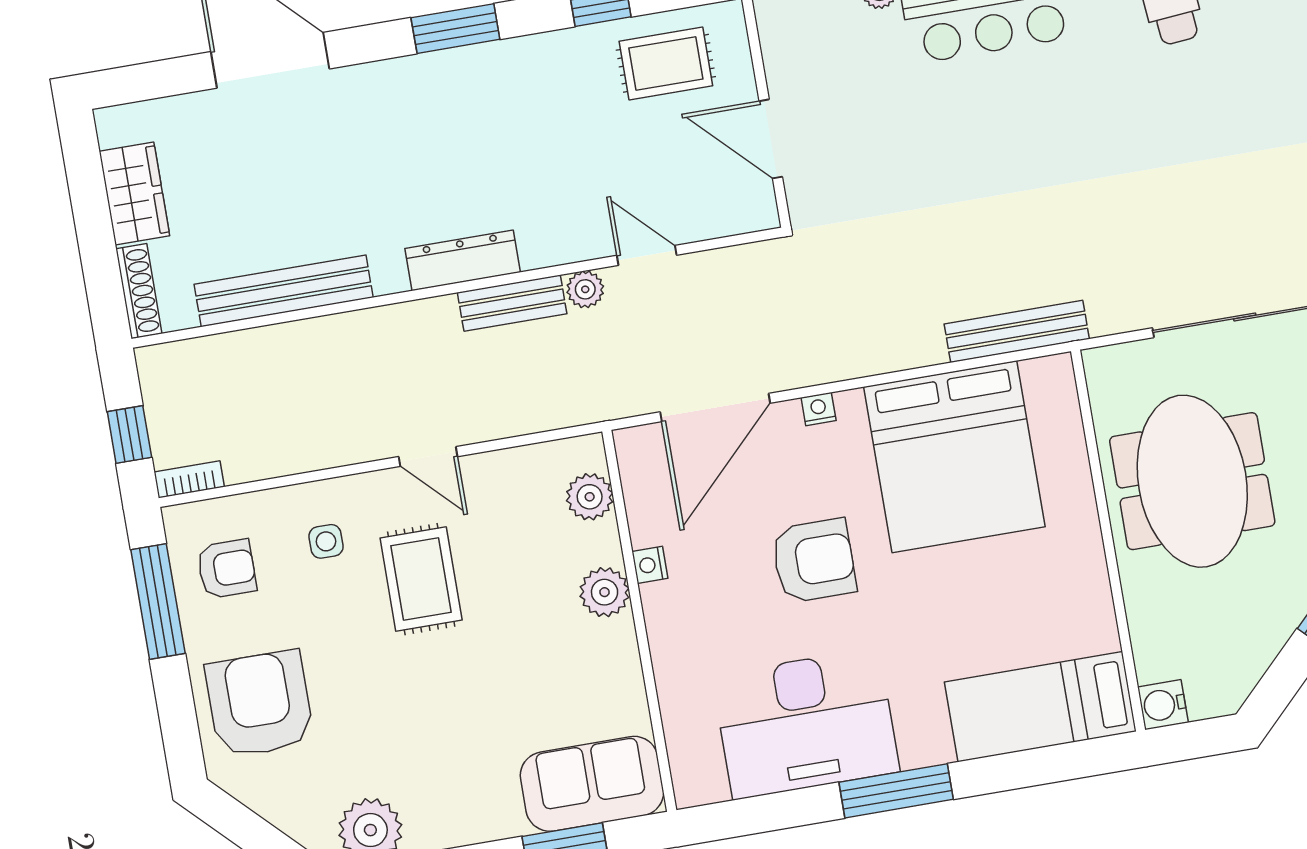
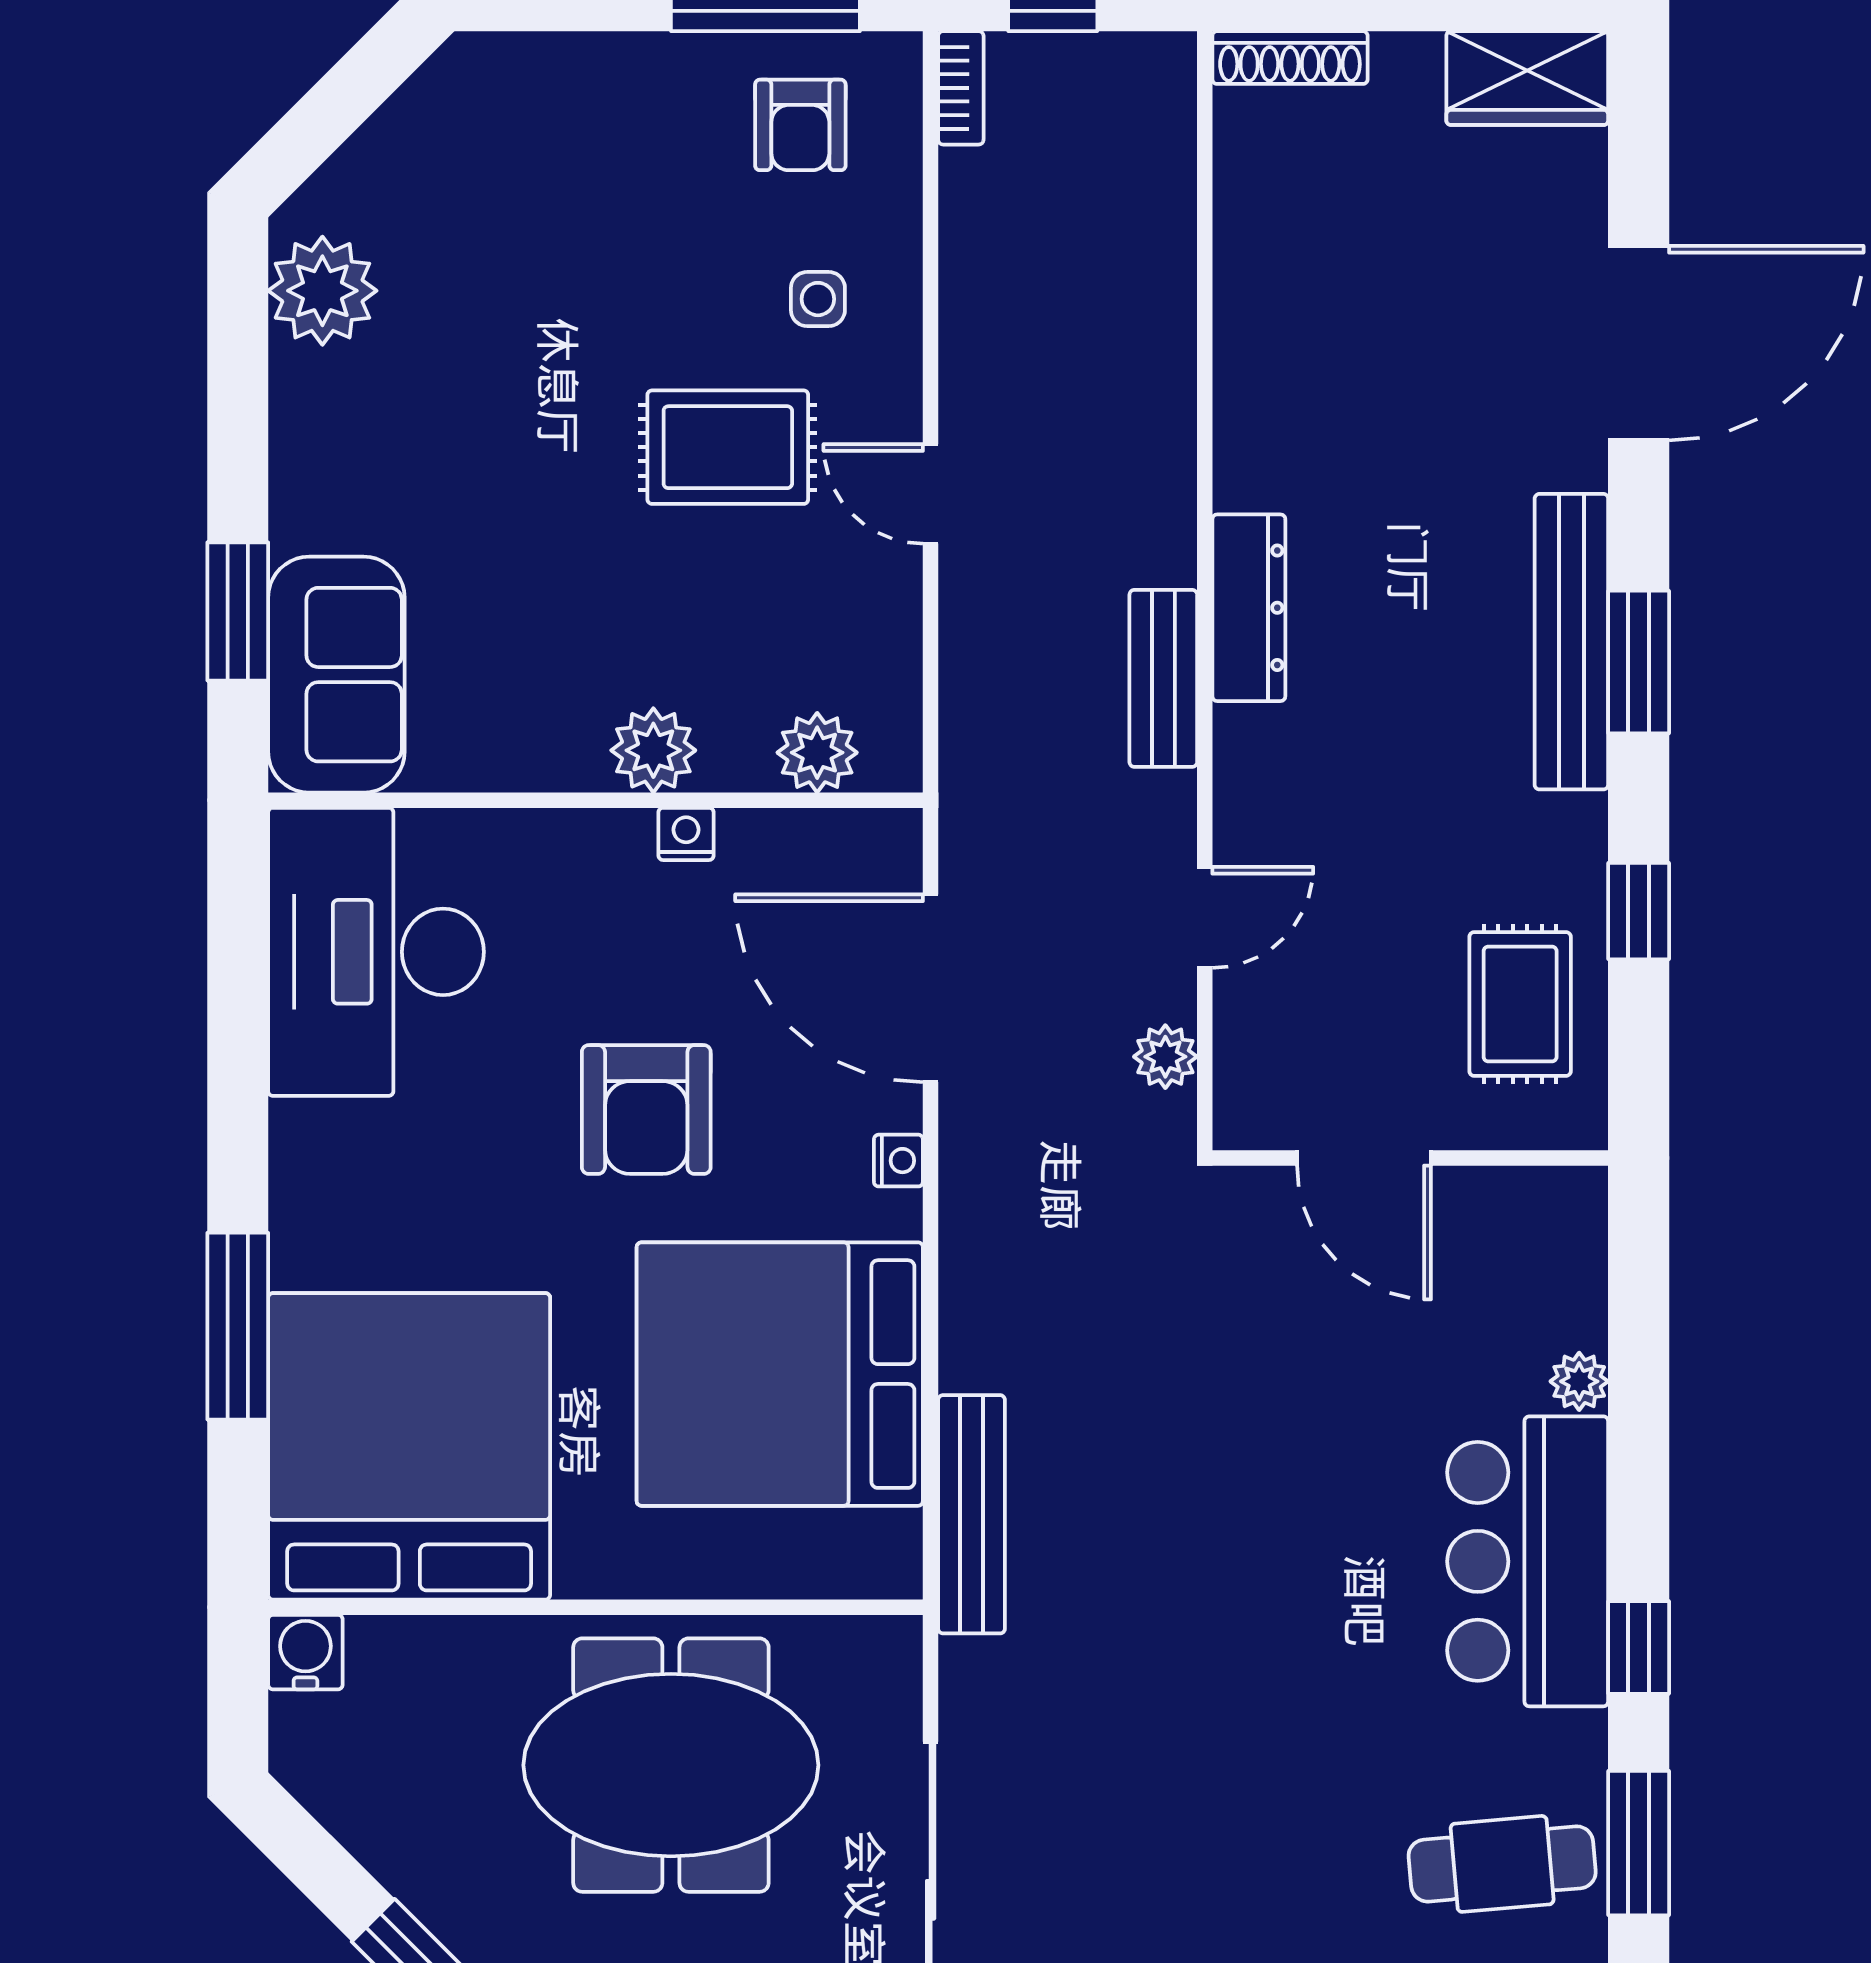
door: (771, 139) -> (1364, 1158), swing flipped
wardrobe: (134, 193) -> (1527, 78), moved
plant: (585, 289) -> (1165, 1057), moved
bench: (284, 291) -> (1571, 642), moved
door: (428, 457) -> (931, 494), hinge flipped
armchair: (260, 704) -> (565, 141), removed
bed: (1040, 707) -> (409, 1446), width x2.04
desk: (806, 724) -> (376, 952), moved
window: (896, 791) -> (238, 1326), moved

